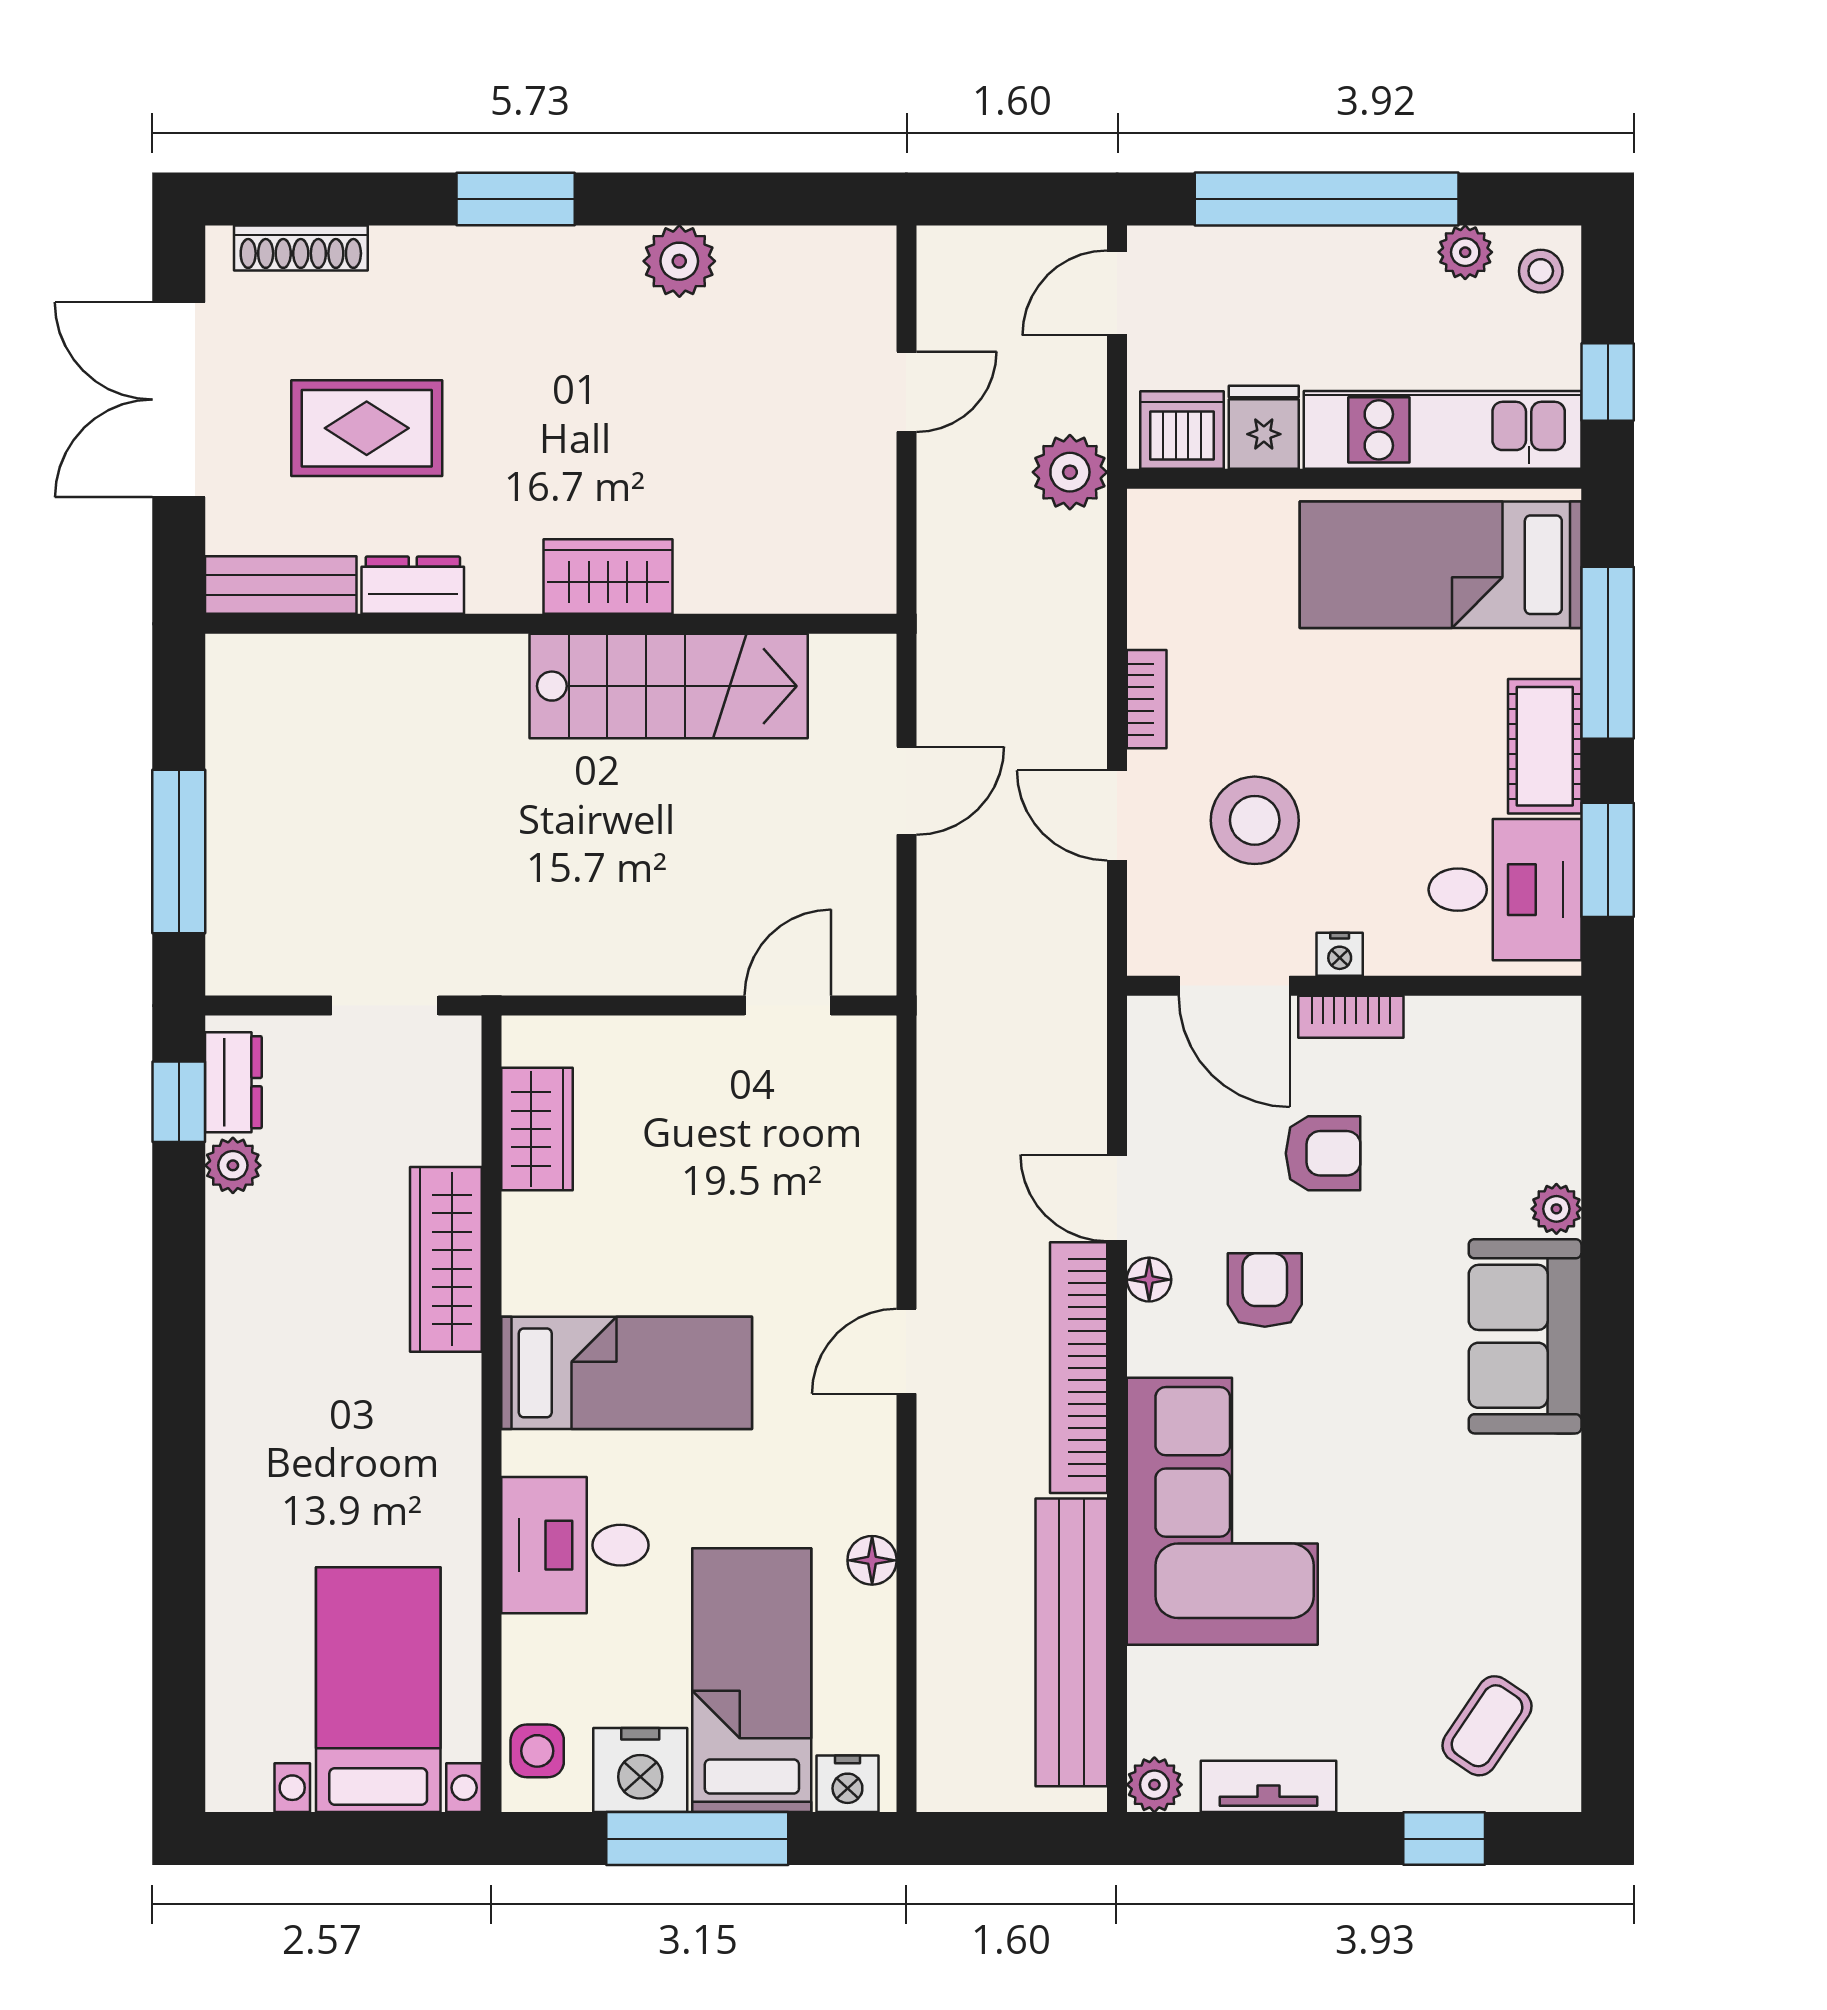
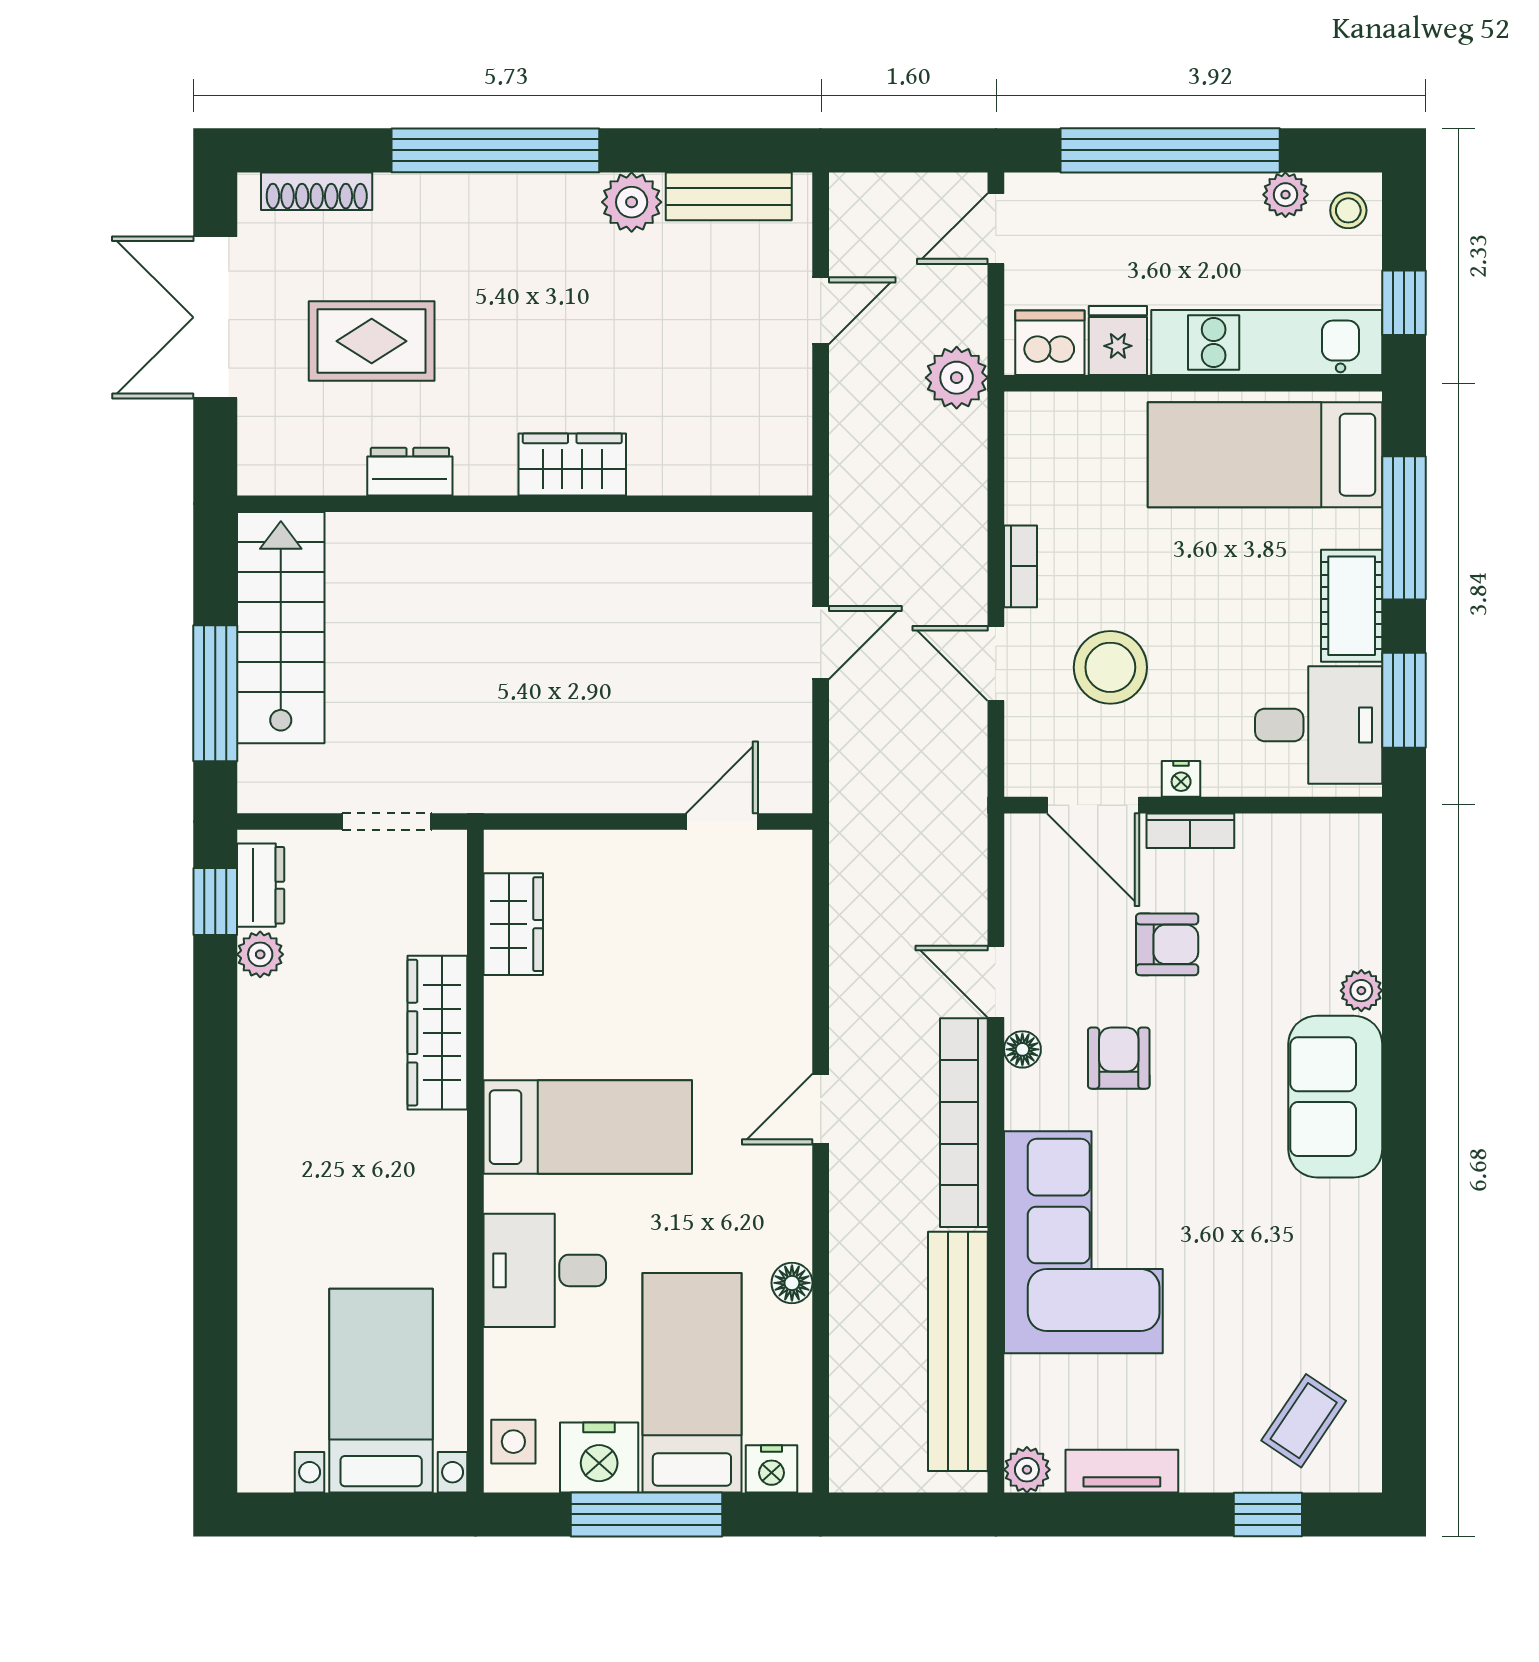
window: (516, 199) -> (495, 150), width x2.11
bench: (281, 585) -> (729, 196), moved
stairs: (669, 686) -> (281, 628), moved, turned -90

